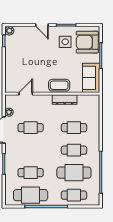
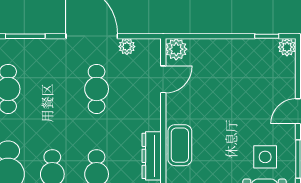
plant: (10, 87) -> (176, 49), added
door: (26, 94) -> (163, 79), hinge flipped

